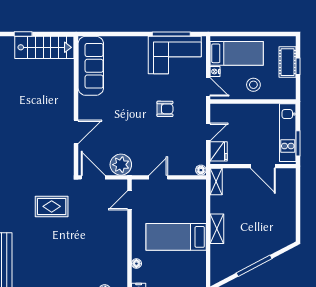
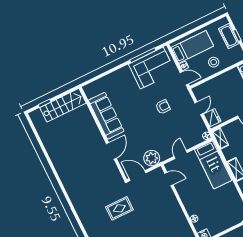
sofa: (91, 66) -> (106, 116), moved
door: (129, 200) -> (169, 179), swing flipped
bed: (176, 237) -> (213, 165), moved, turned -90

